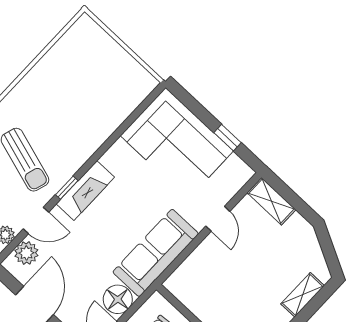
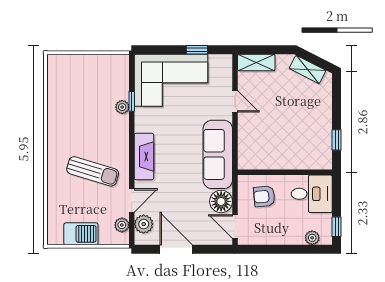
plant: (108, 126) -> (122, 107), added
window: (67, 188) -> (132, 101), moved
shelving: (303, 295) -> (308, 69), moved, turned -63

